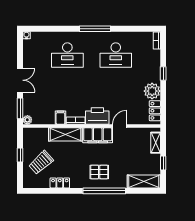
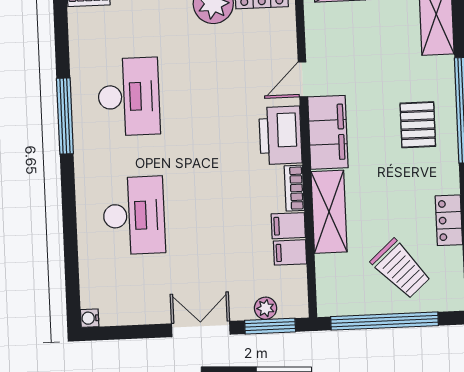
window: (95, 29) -> (65, 116), moved
filing cabinet: (50, 118) -> (290, 252), added
plant: (27, 120) -> (266, 308), moved
door: (120, 126) -> (303, 79), hinge flipped
window: (20, 155) -> (385, 321), width x3.17

